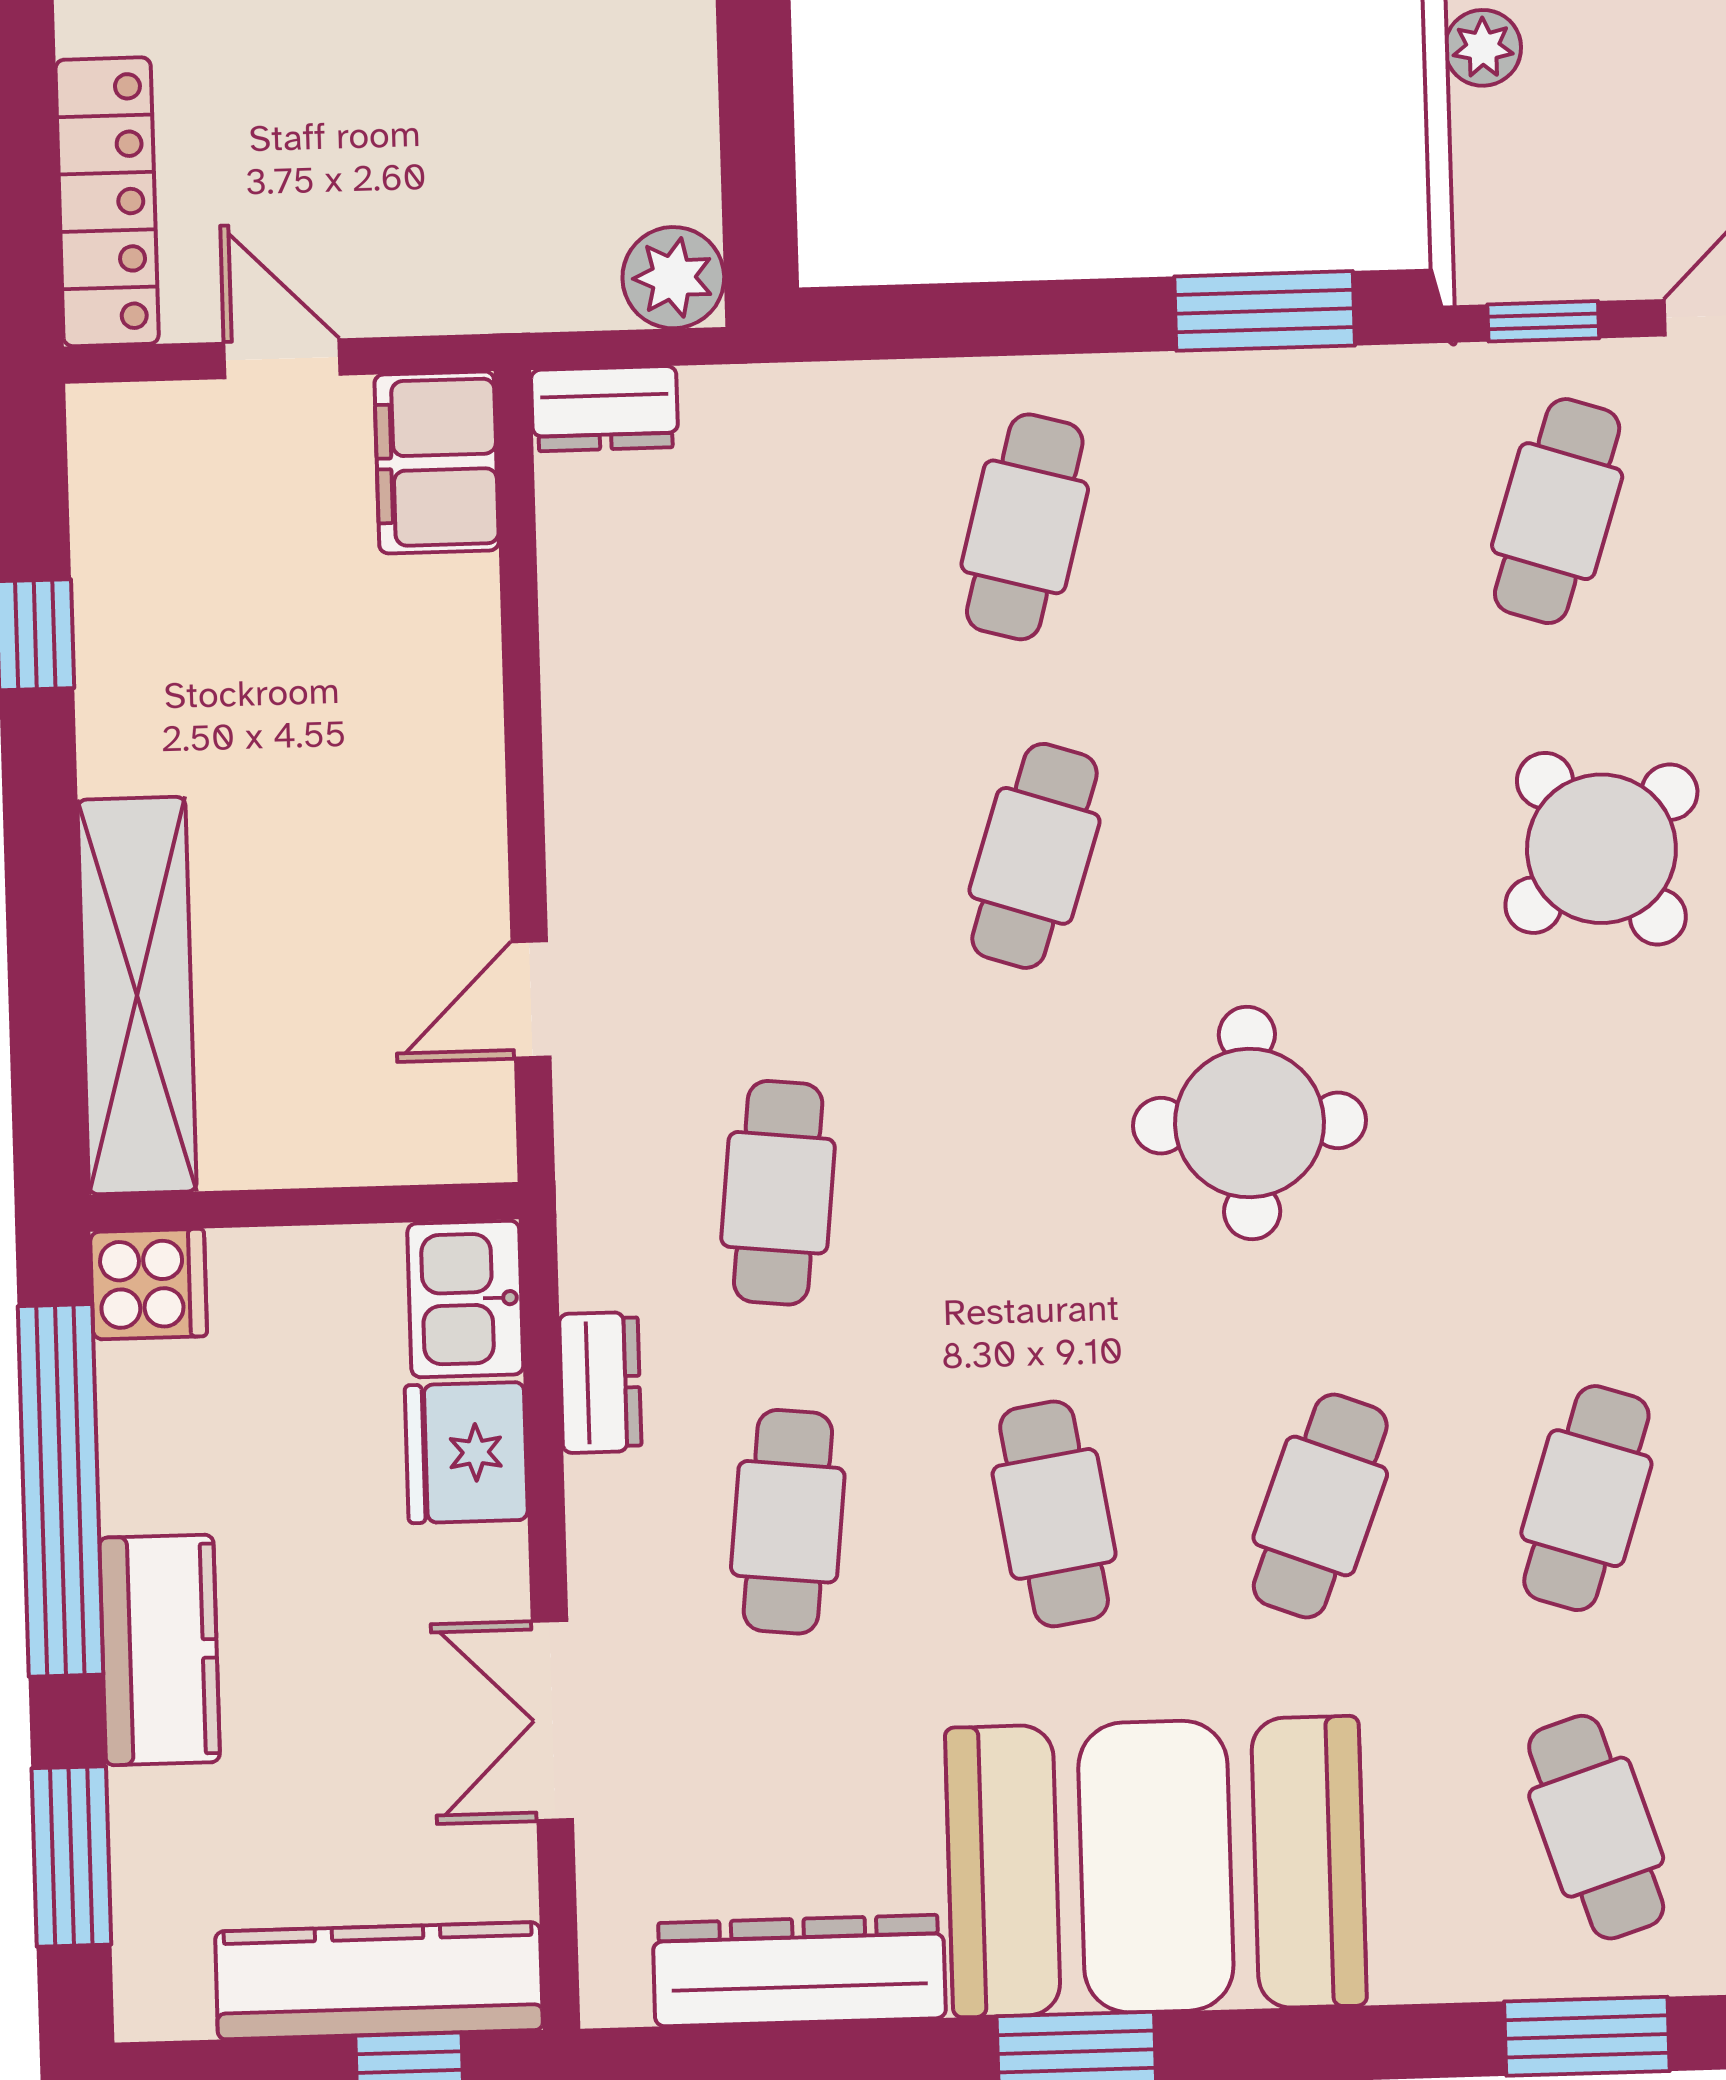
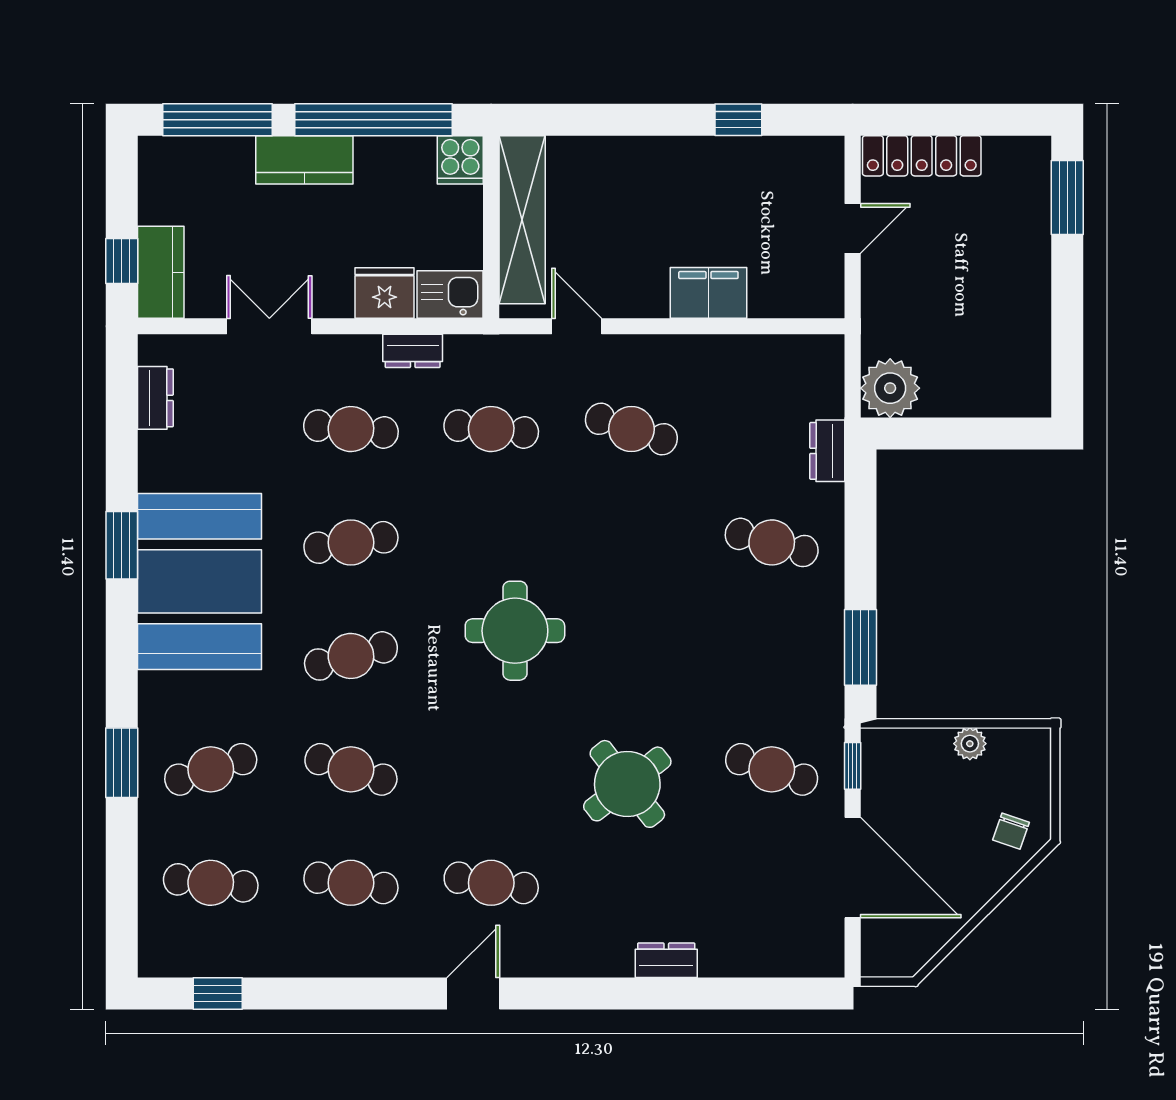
plant: (673, 278) -> (890, 388), width x1.36, depth x1.36
dresser: (605, 409) -> (827, 451), moved
filing cabinet: (437, 462) -> (708, 293), moved
cafe table: (1035, 856) -> (631, 429), moved
shelving: (137, 996) -> (522, 220), moved, turned 90
cafe table: (1320, 1506) -> (351, 656), turned -36
window: (71, 1856) -> (218, 120), width x1.44
dresser: (799, 1971) -> (155, 398), width x0.51, depth x0.80
kitchen counter: (379, 1981) -> (161, 272), width x0.67

